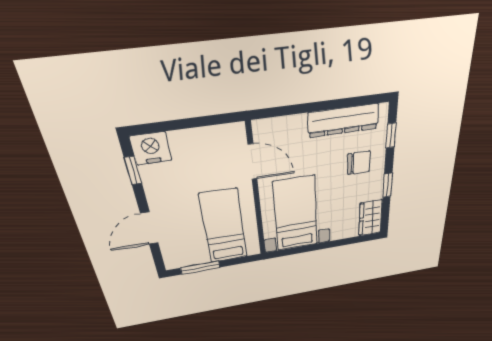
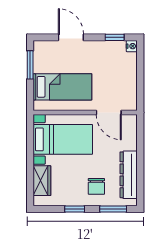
window: (391, 136) -> (113, 209), width x1.50
nightstand: (151, 148) -> (132, 46), width x0.53, depth x0.56
door: (253, 162) -> (109, 112), hinge flipped
wardrobe: (371, 218) -> (42, 181), moved, turned 90

